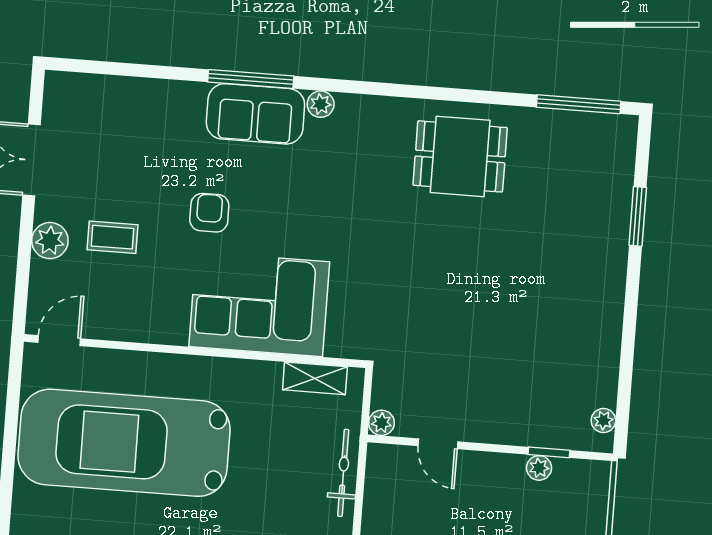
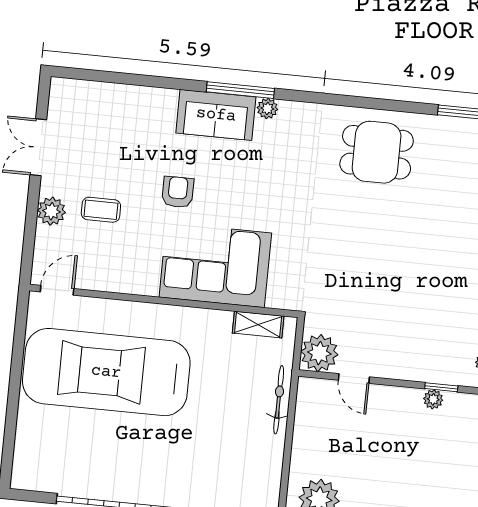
window: (251, 79) -> (240, 90), moved
plant: (381, 423) -> (319, 353), width x1.87, depth x1.87

